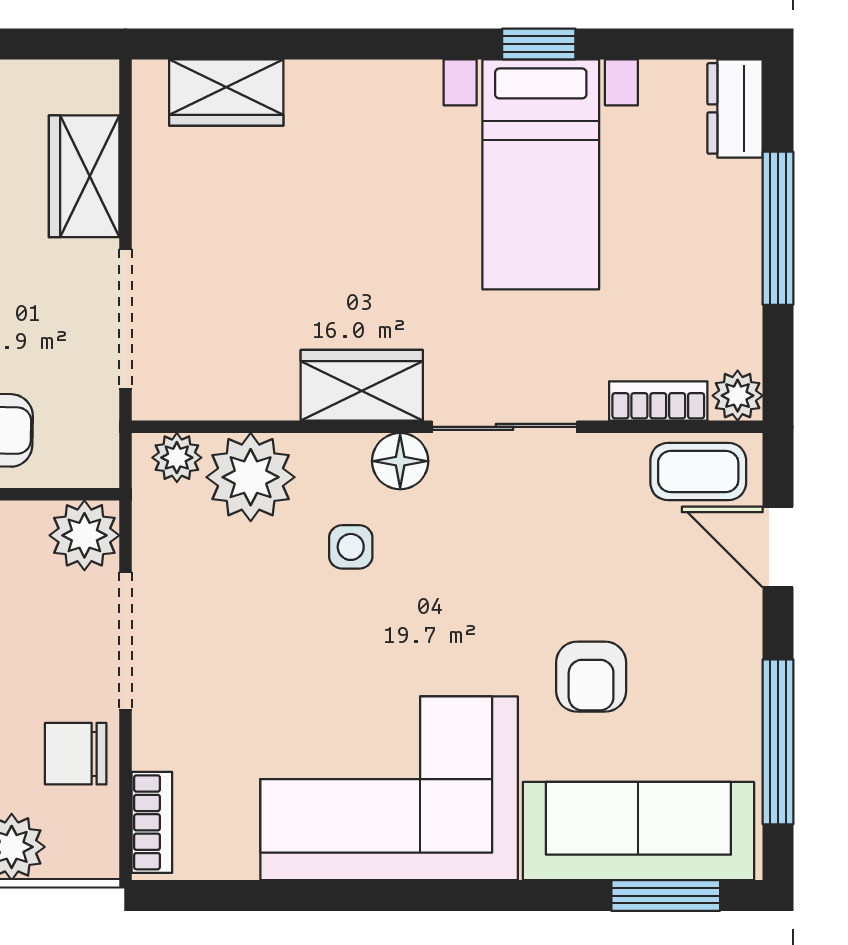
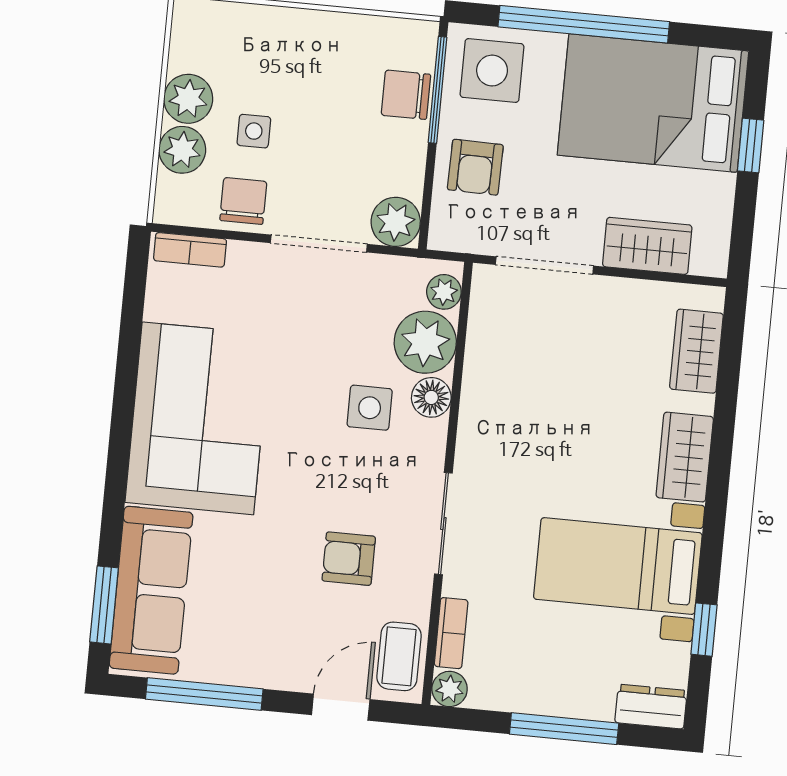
window: (539, 44) -> (704, 630), moved
wardrobe: (362, 385) -> (685, 457), moved, turned 180
floor lamp: (400, 461) -> (431, 397), moved
side table: (351, 547) -> (370, 408), width x1.37, depth x1.37
armchair: (591, 677) -> (349, 559), moved

